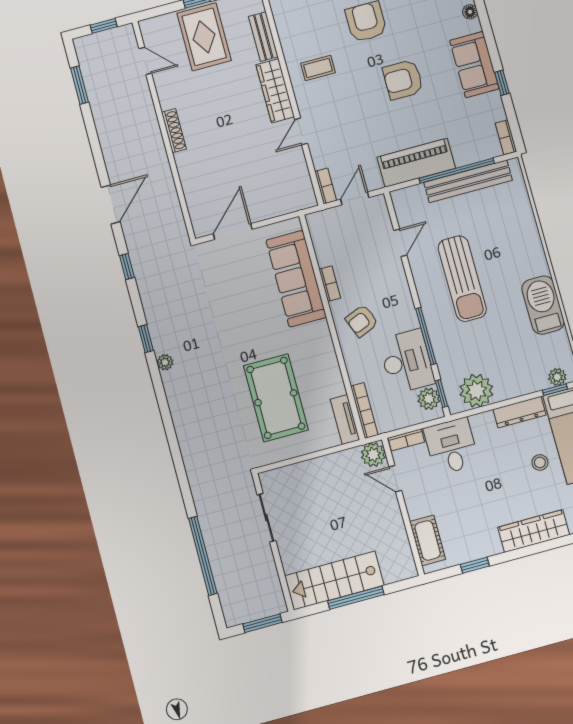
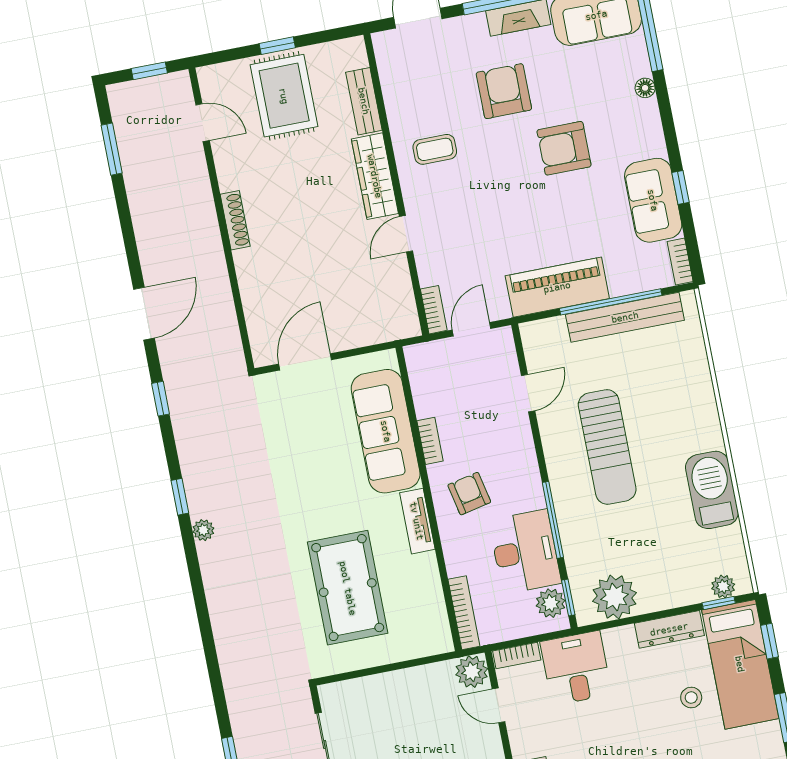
sofa: (474, 65) -> (653, 200), moved
armchair: (403, 80) -> (564, 148), moved
armchair: (362, 321) -> (469, 494), turned 100
tv unit: (345, 420) -> (417, 521), moved

